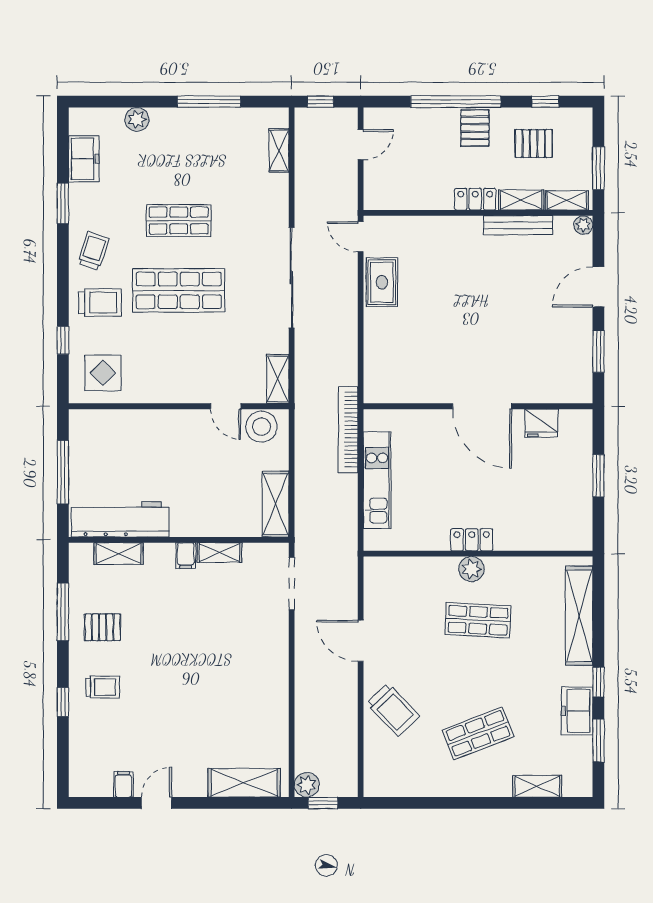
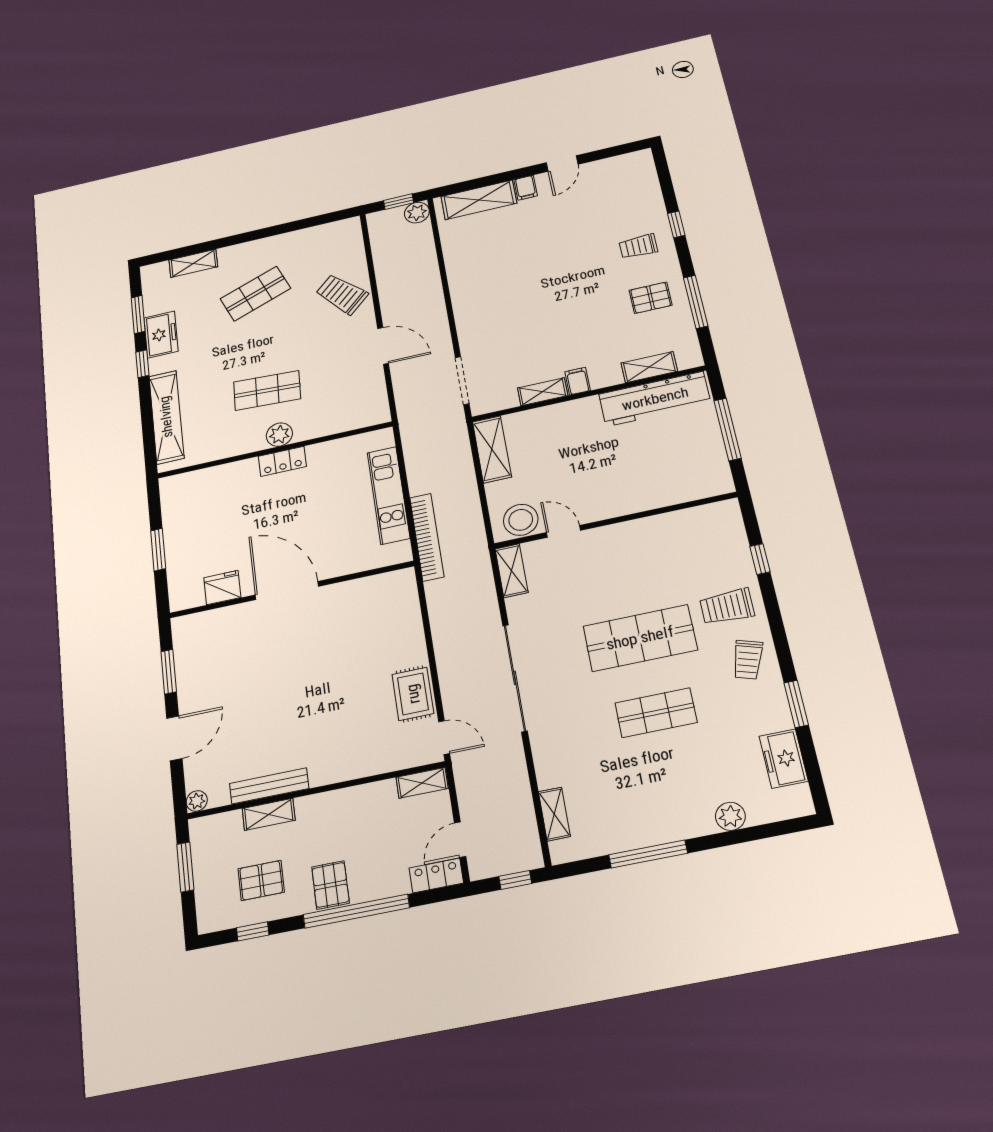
locker: (475, 199) -> (436, 875), moved, turned 180
shelving: (567, 200) -> (422, 783), moved
display table: (103, 373) -> (707, 536), removed
filing cabinet: (123, 784) -> (526, 188), moved

